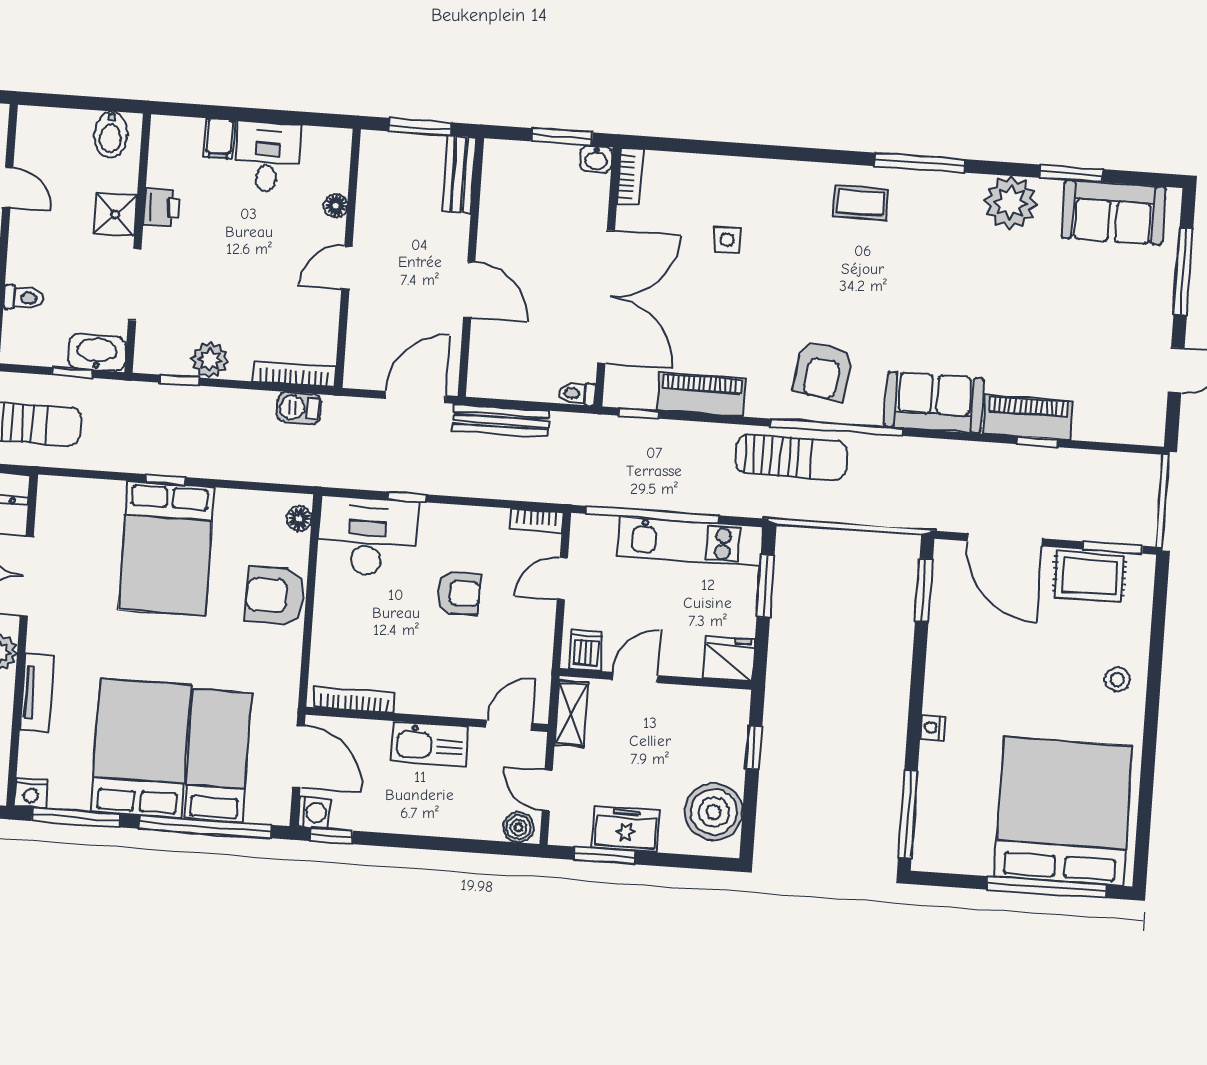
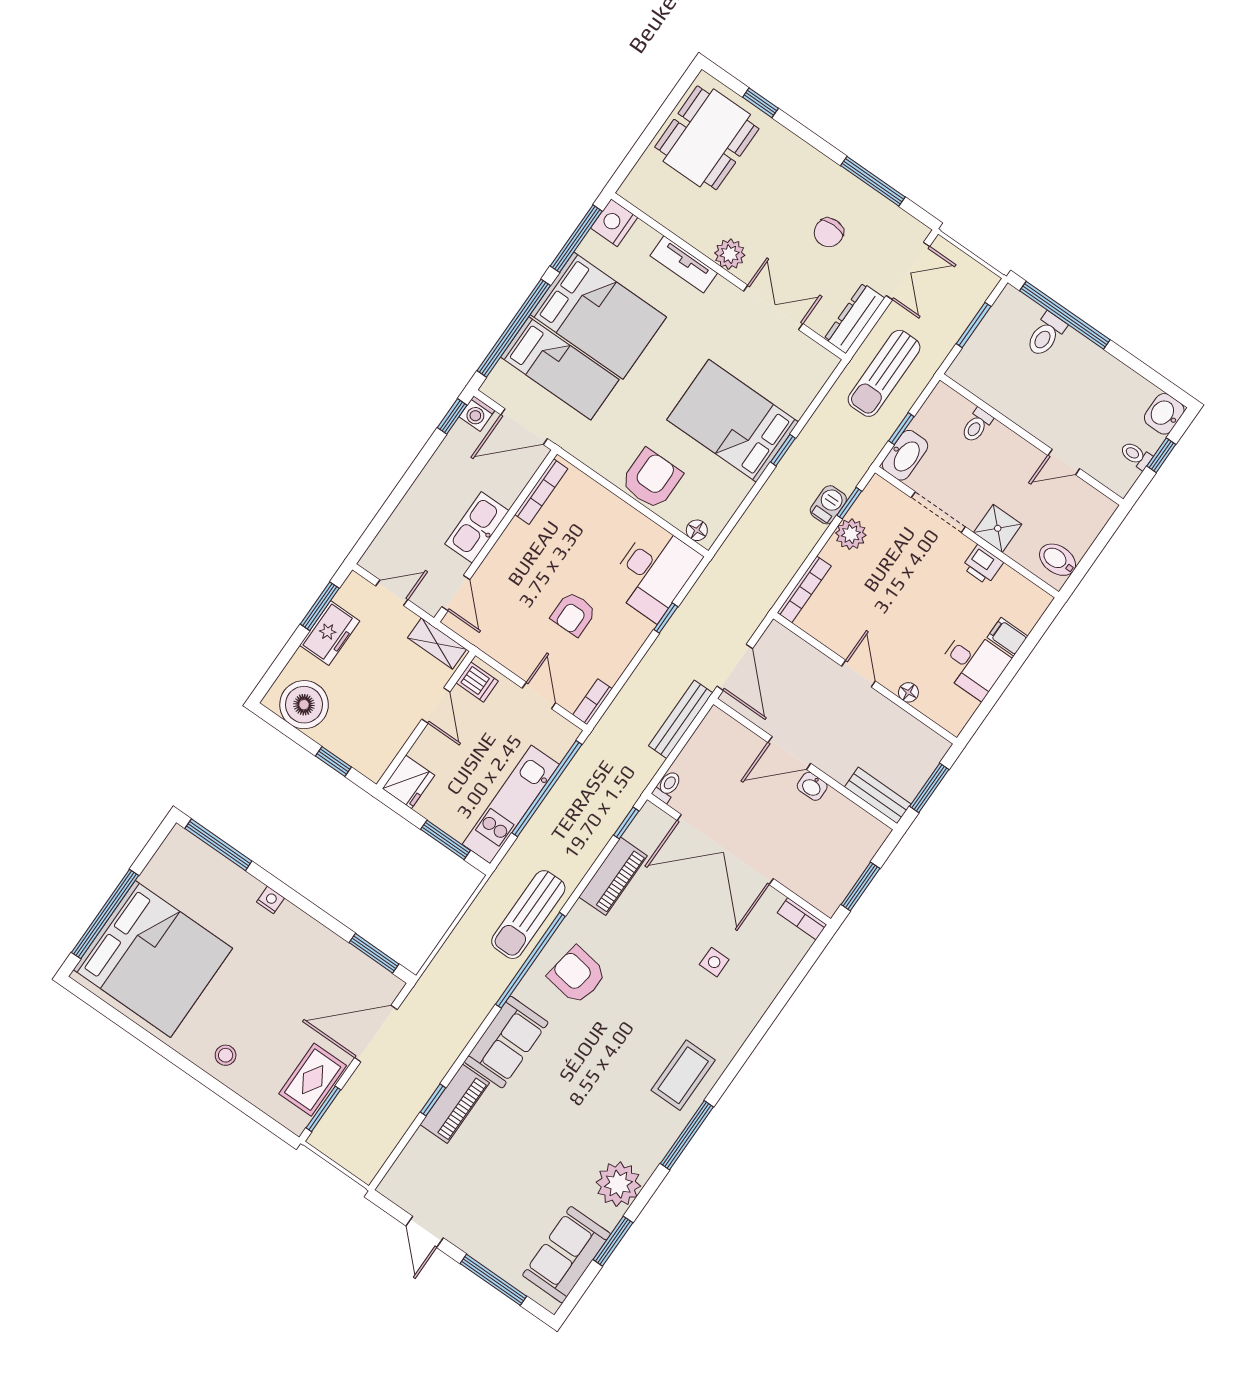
washbasin: (596, 159) -> (812, 786), moved, turned -90
coffee table: (861, 203) -> (683, 1075), width x1.36, depth x1.30
barbecue: (299, 408) -> (828, 505), moved
nightstand: (31, 793) -> (614, 223), width x1.36, depth x1.33
boiler: (519, 827) -> (377, 556), removed

